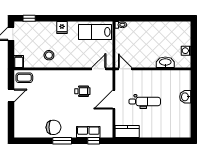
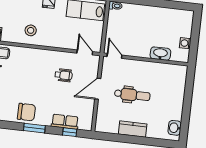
door: (99, 69) -> (85, 52), hinge flipped
washbasin: (185, 97) -> (175, 128), moved
kitchen counter: (127, 131) -> (133, 129), moved

